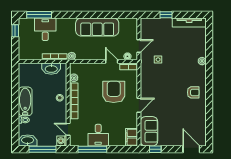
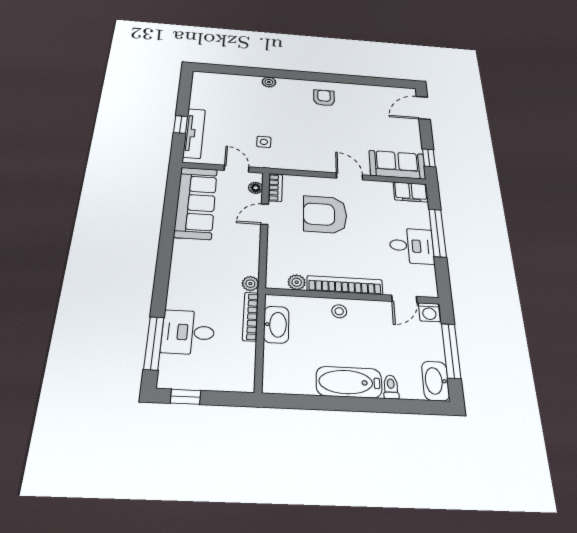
tv unit: (189, 22) -> (194, 133), moved
sofa: (97, 27) -> (196, 203), moved
window: (92, 149) -> (438, 233), moved

